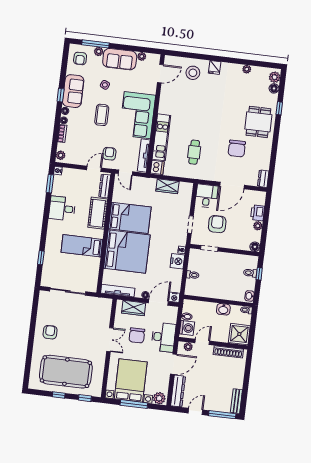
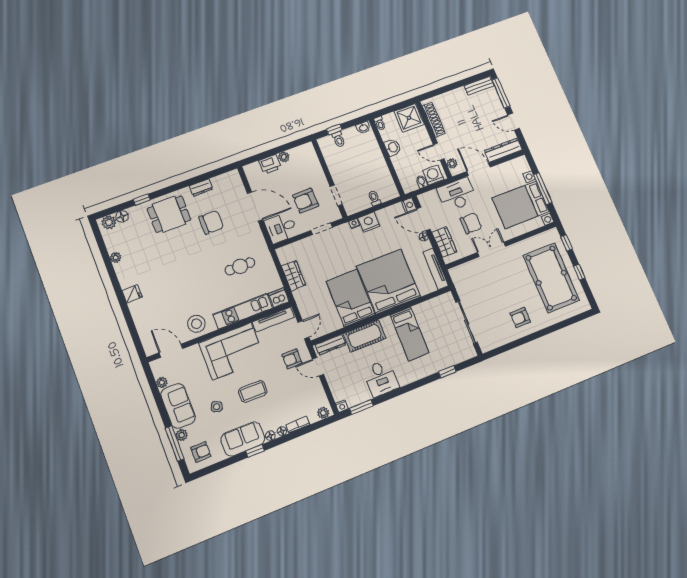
stool: (193, 73) -> (196, 324), moved
dresser: (263, 179) -> (201, 188), moved
floor lamp: (255, 247) -> (308, 148), removed
plant: (159, 398) -> (522, 166), removed

